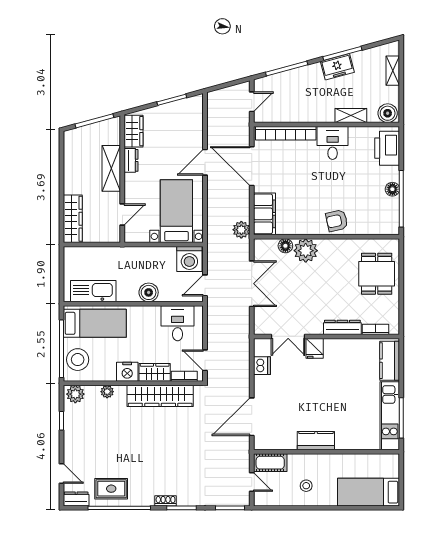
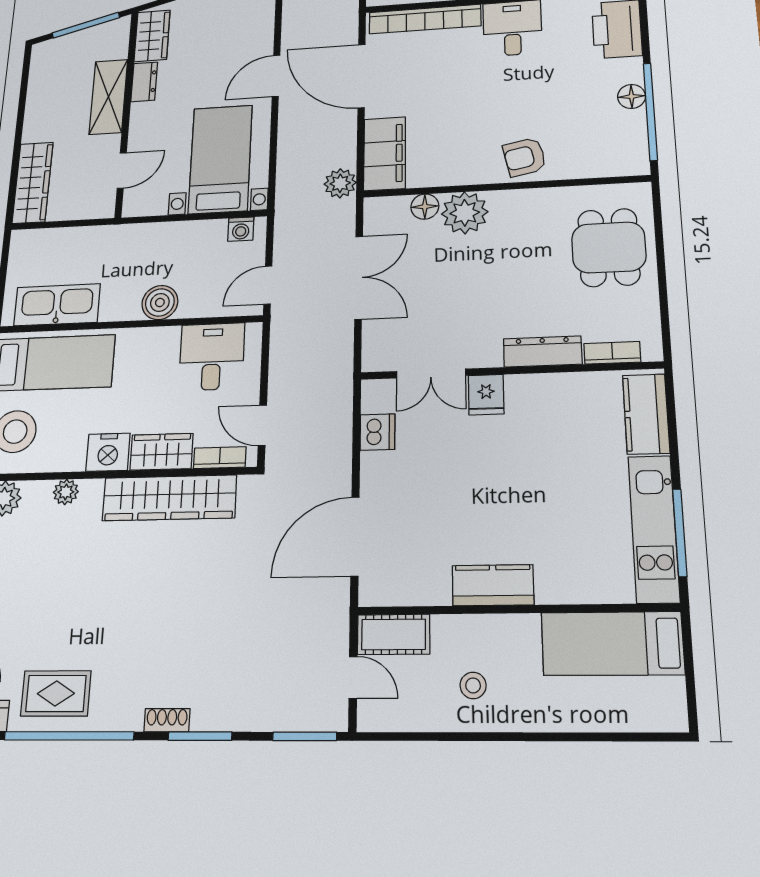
washing machine: (189, 259) -> (241, 229), width x0.53, depth x0.53
bed: (369, 492) -> (612, 643), moved

